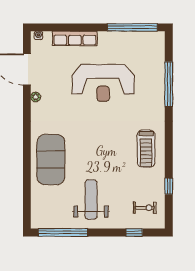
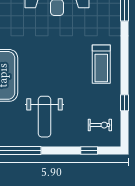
weight bench: (91, 200) -> (44, 117), turned 180

